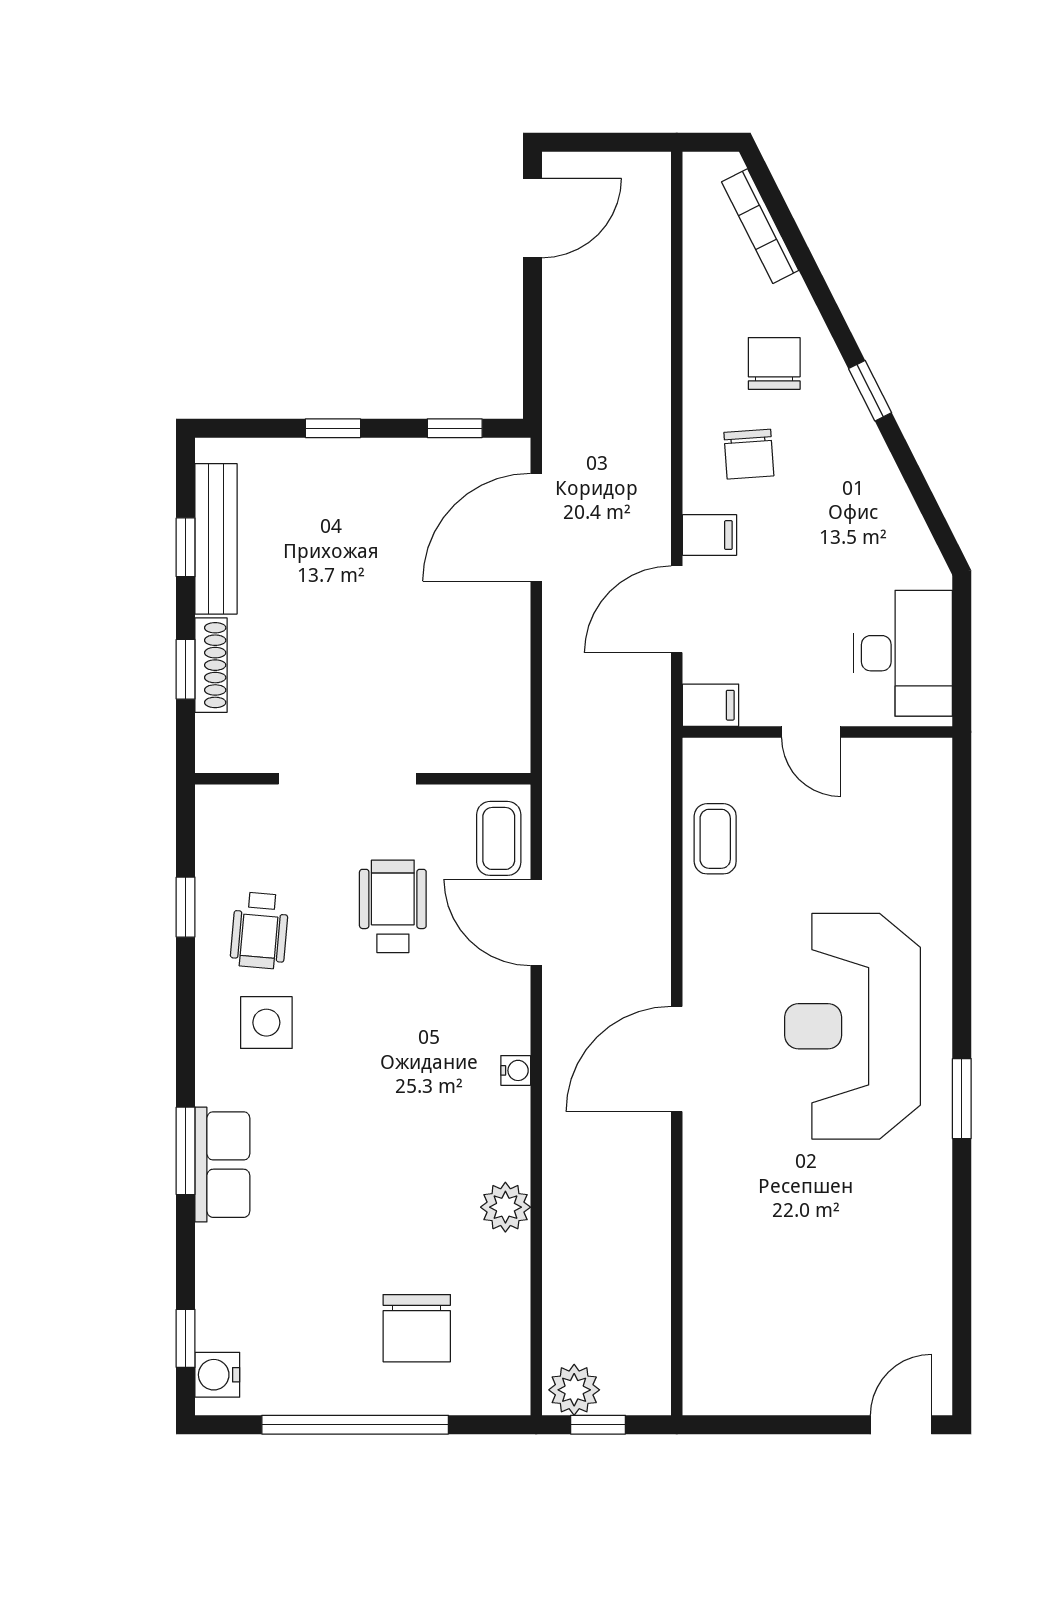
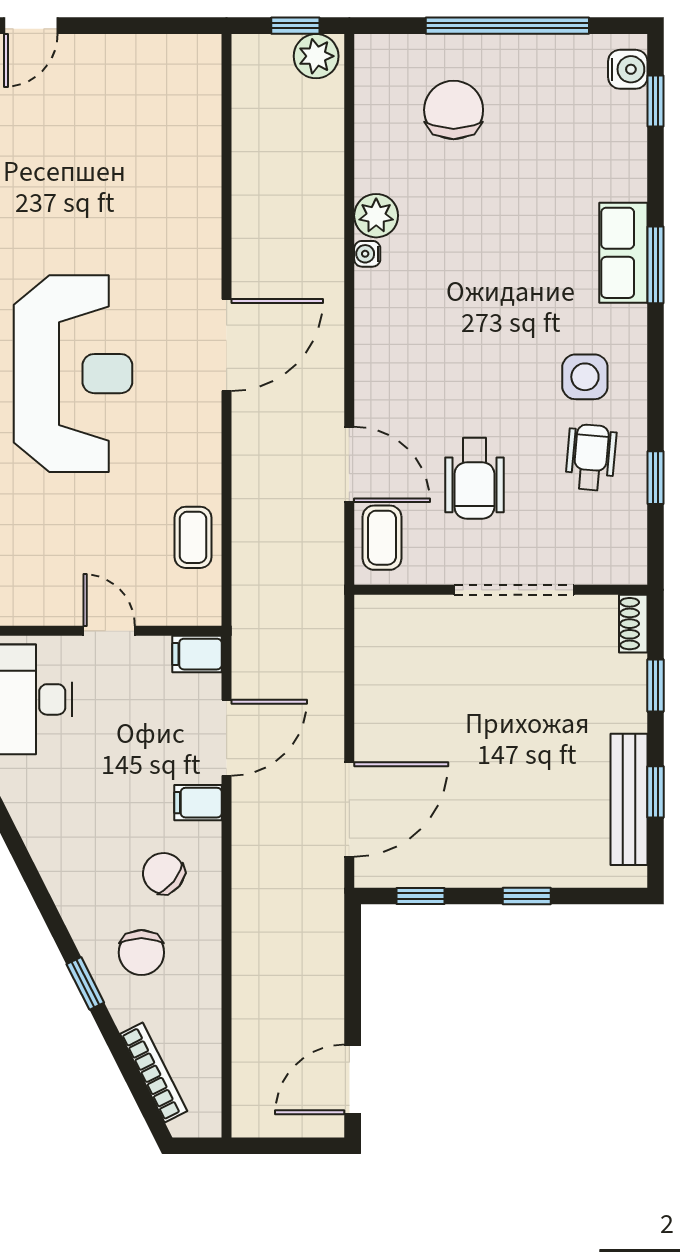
window: (870, 391) -> (85, 983), moved
chair: (749, 454) -> (164, 873), turned -47
shoe rack: (211, 665) -> (633, 624), moved, width x0.70
water cooler: (516, 1070) -> (367, 254), moved

